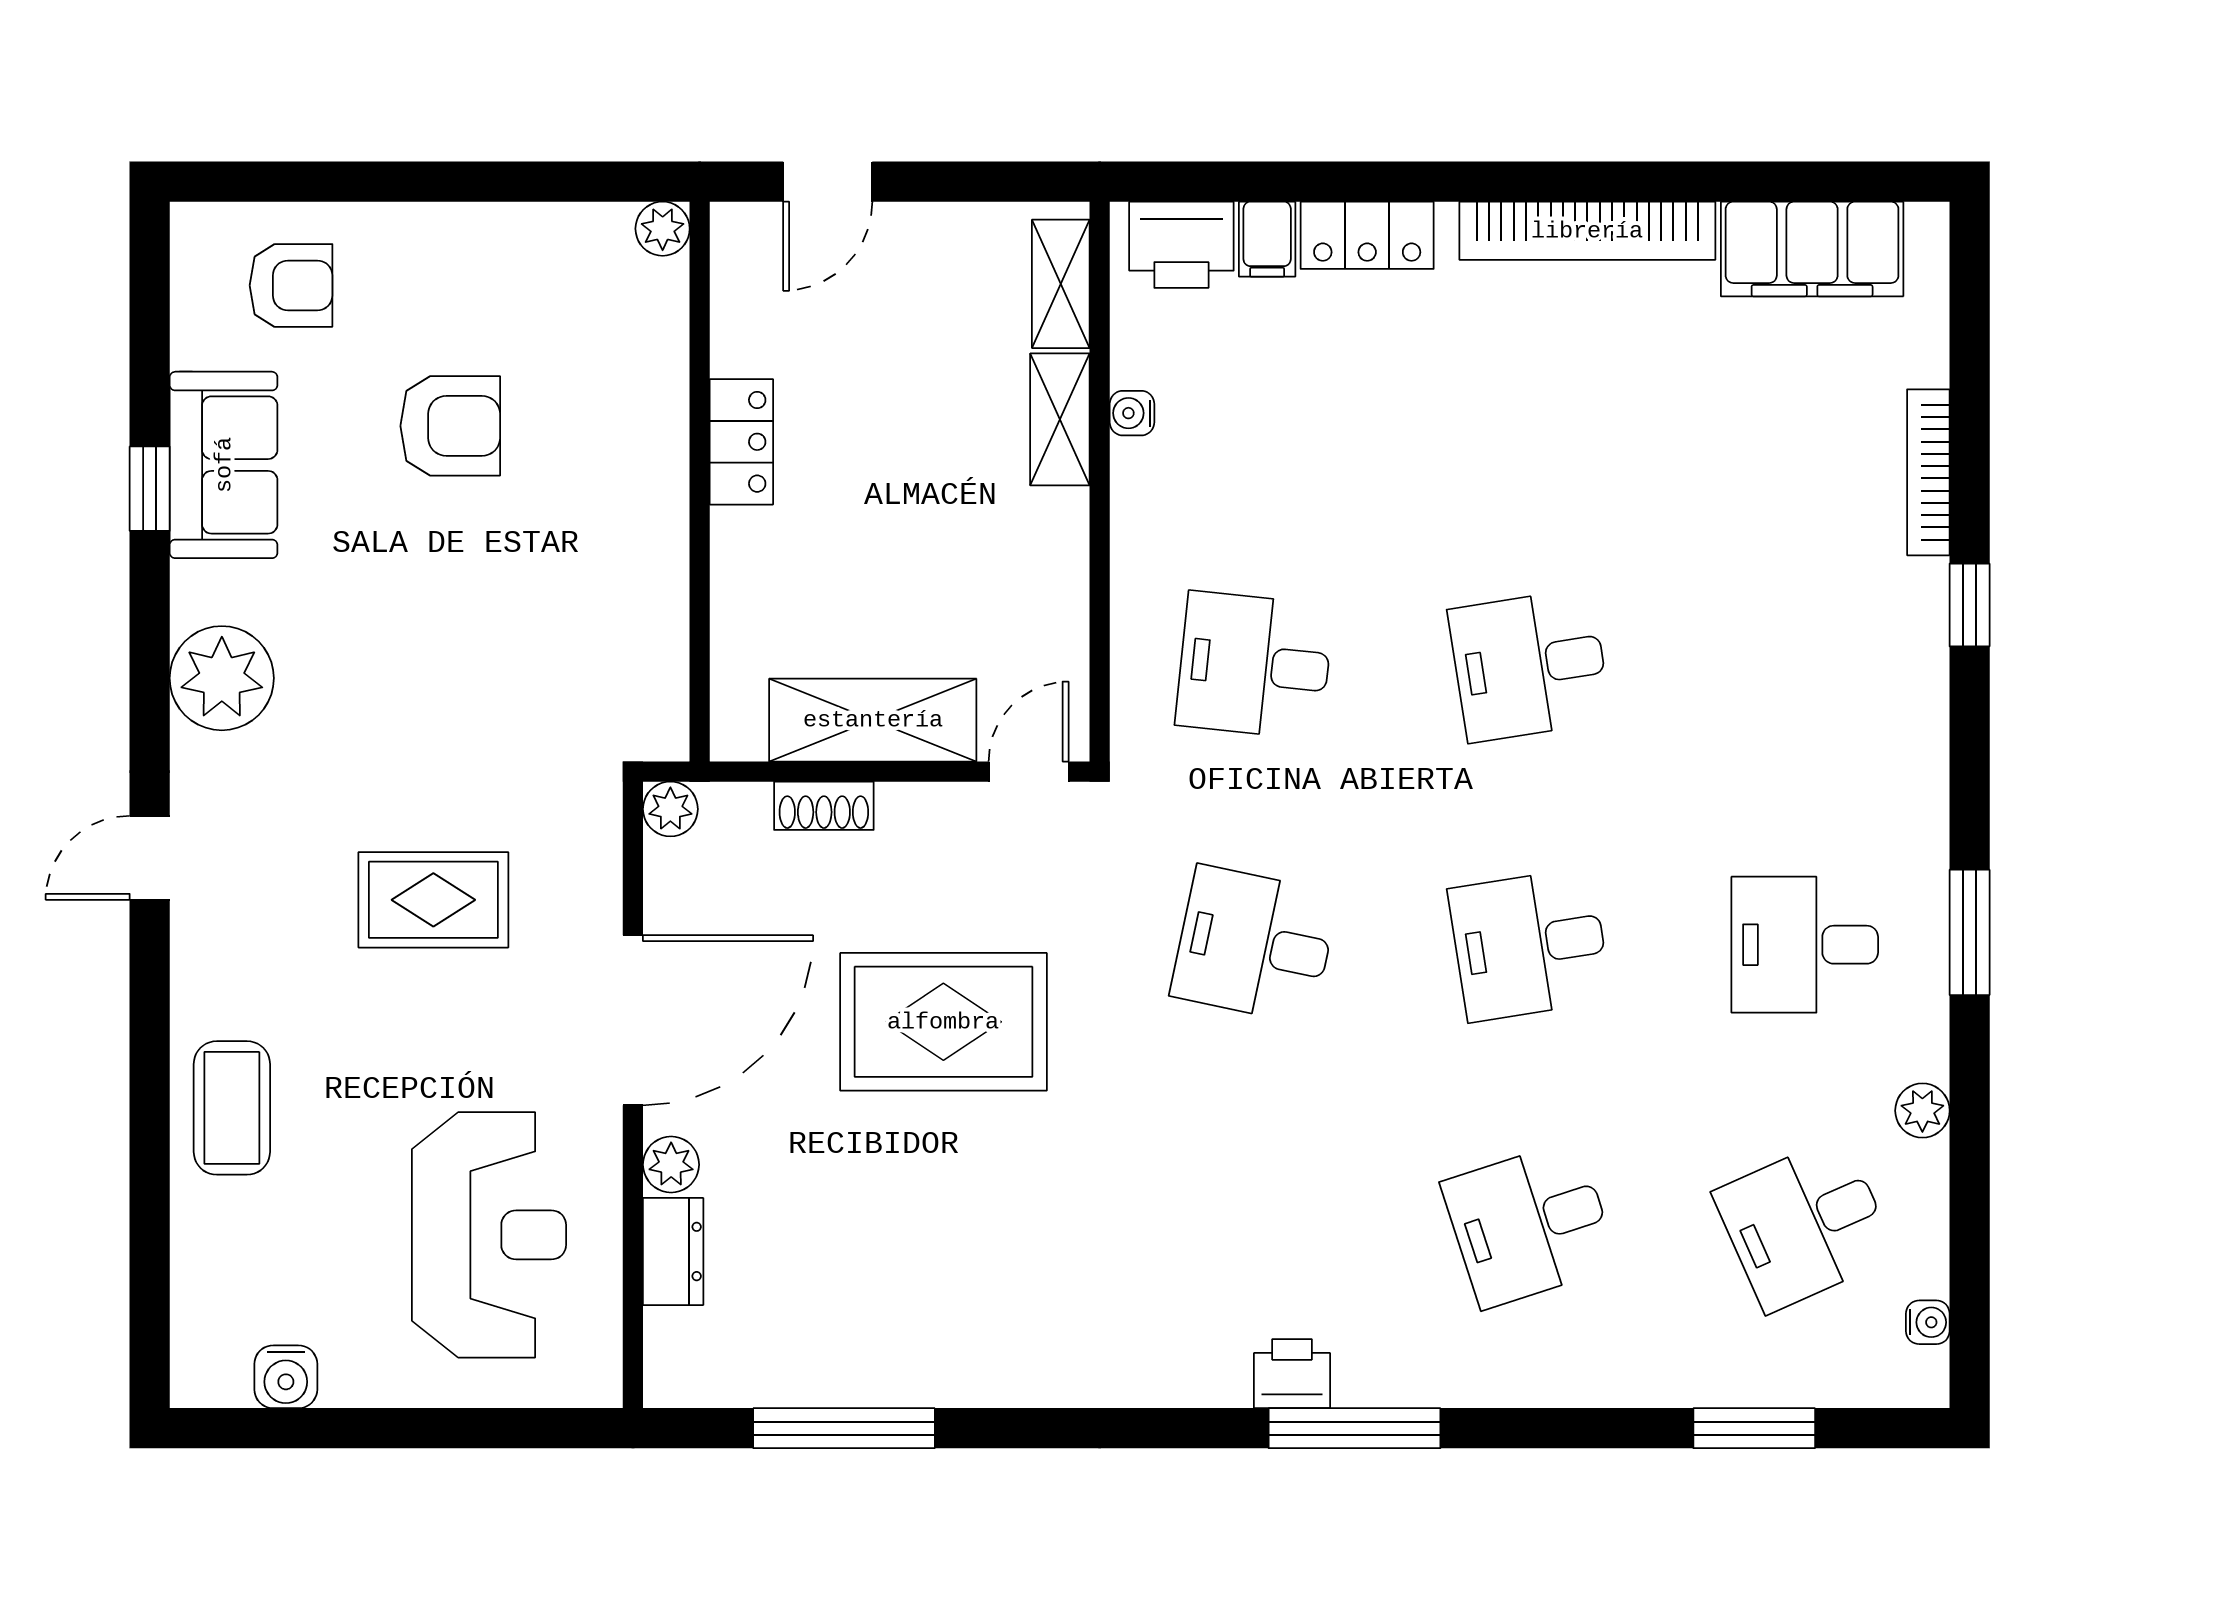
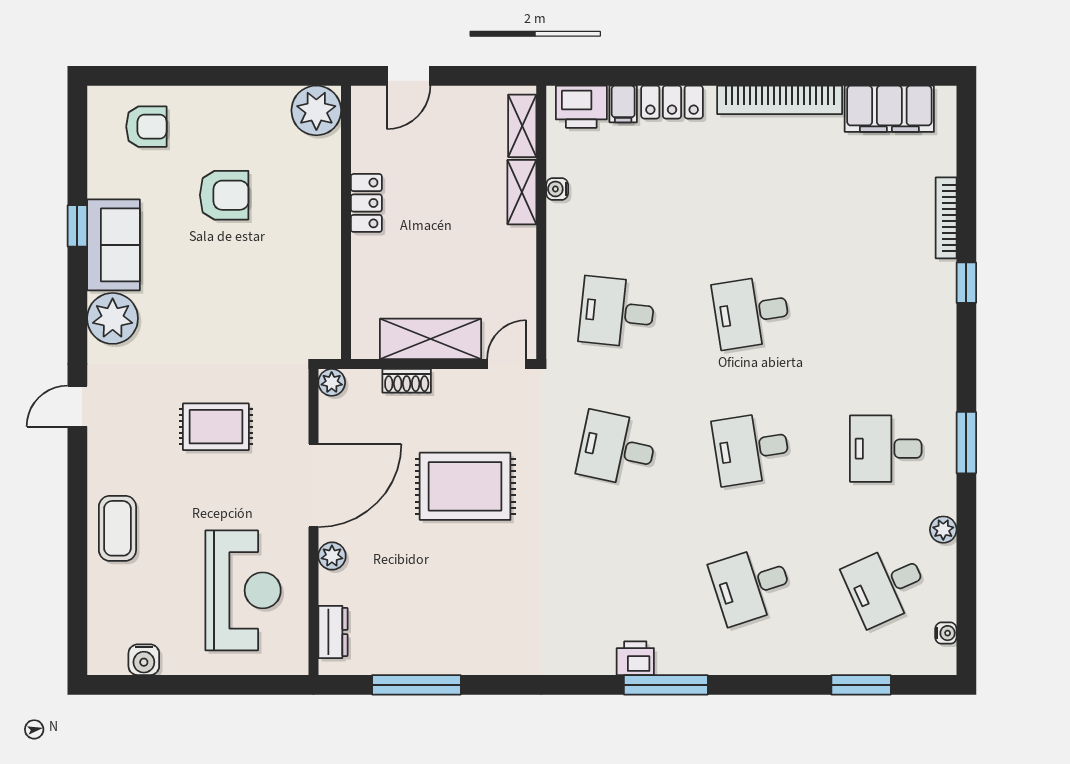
plant: (663, 229) -> (316, 110), width x1.87, depth x1.87
sofa: (224, 465) -> (113, 245), moved
dresser: (673, 1251) -> (333, 632), moved

